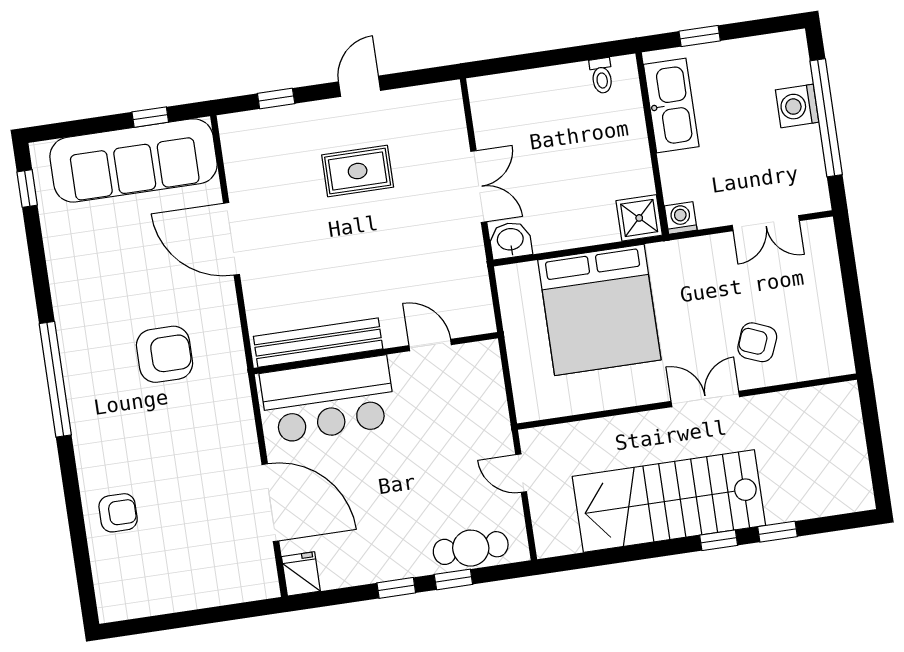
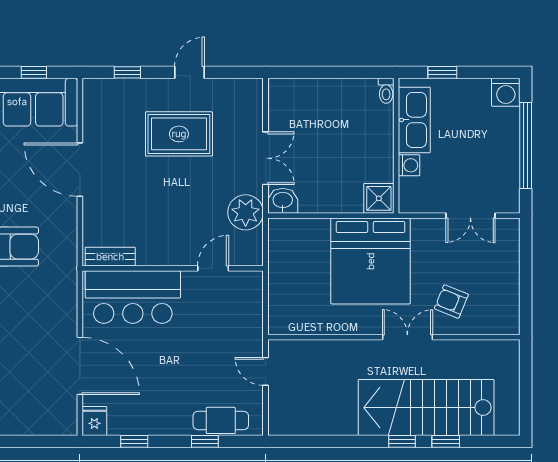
toilet: (601, 76) -> (386, 91), moved
washing machine: (797, 106) -> (506, 92), moved, turned -90
rug: (358, 171) -> (179, 134), width x1.36, depth x1.43
washing machine: (681, 218) -> (409, 165), moved, turned 90
plant: (463, 263) -> (246, 212), added
bed: (599, 310) -> (371, 261), moved
bench: (318, 343) -> (110, 257), width x0.54, depth x0.82
door: (430, 345) -> (213, 268), hinge flipped
stairs: (669, 501) -> (426, 408), moved
window: (396, 588) -> (134, 441), moved

